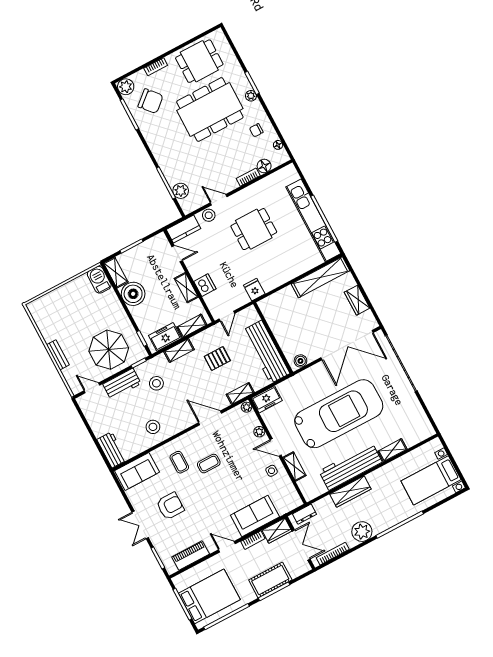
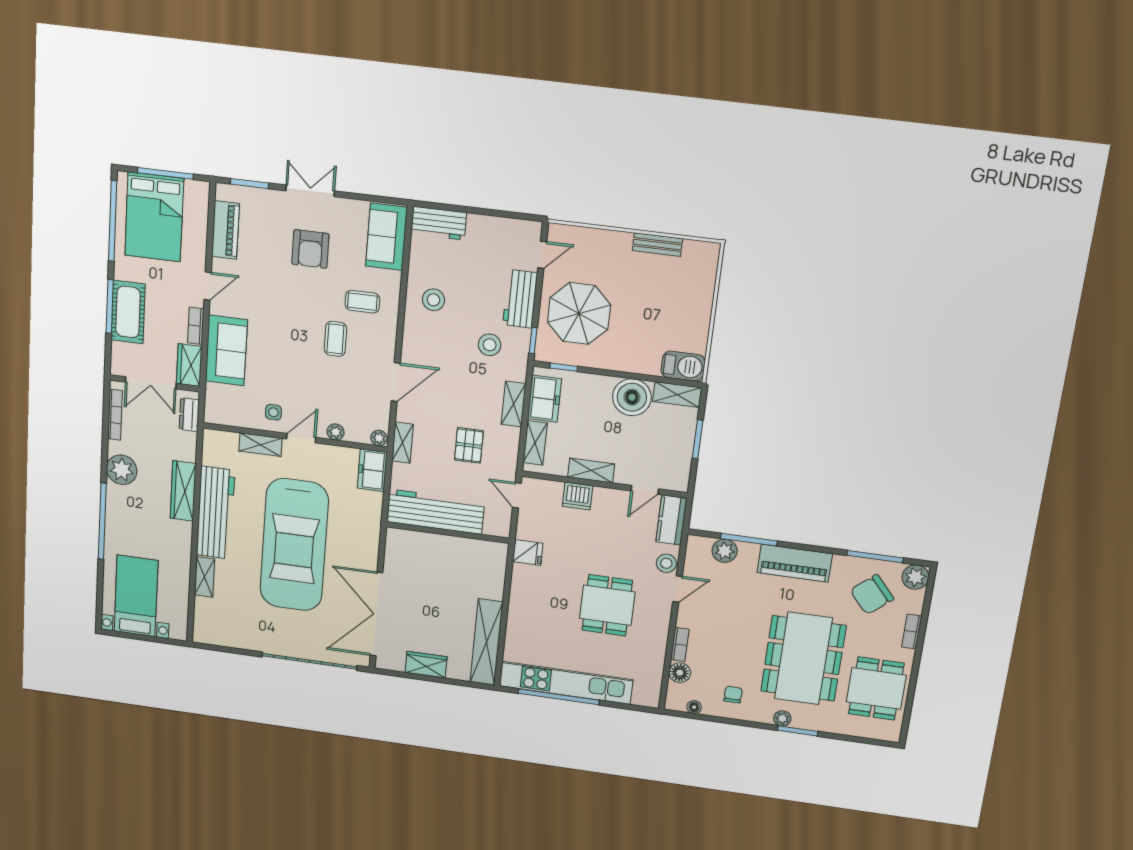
piano: (162, 151) -> (795, 563), added
bench: (58, 355) -> (657, 245), moved
boiler: (300, 361) -> (395, 545), removed

